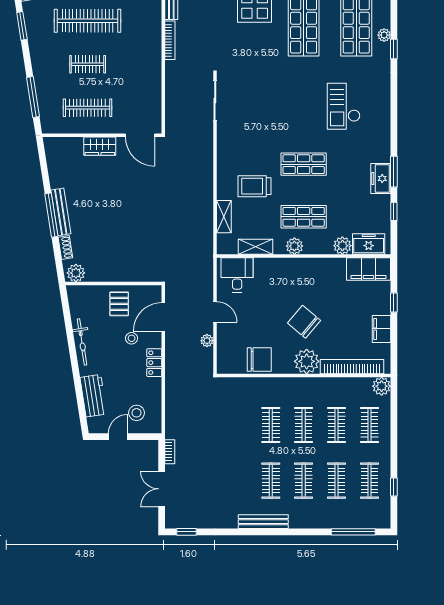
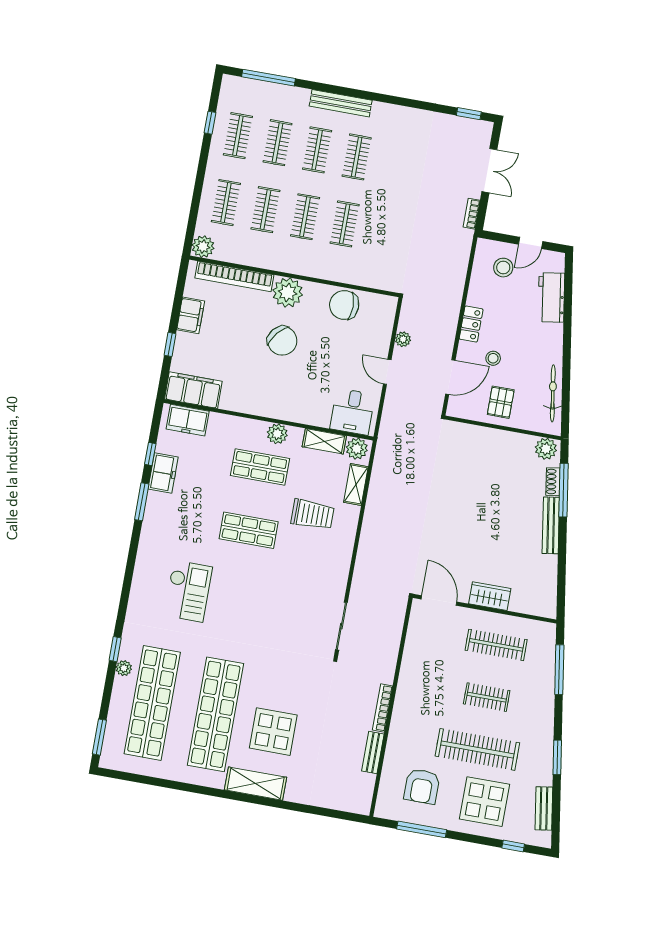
freezer: (381, 178) -> (163, 473), moved
window: (51, 215) -> (564, 490), moved
plant: (342, 246) -> (357, 449), moved
bicycle: (82, 342) -> (553, 393), moved
bench: (263, 522) -> (341, 103), moved

